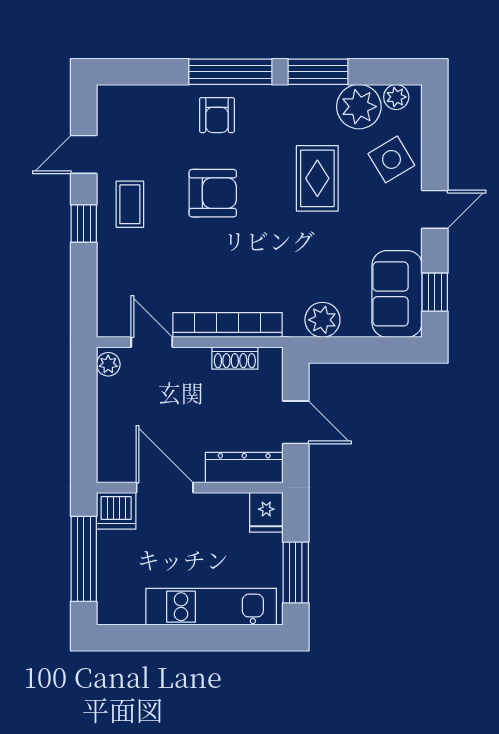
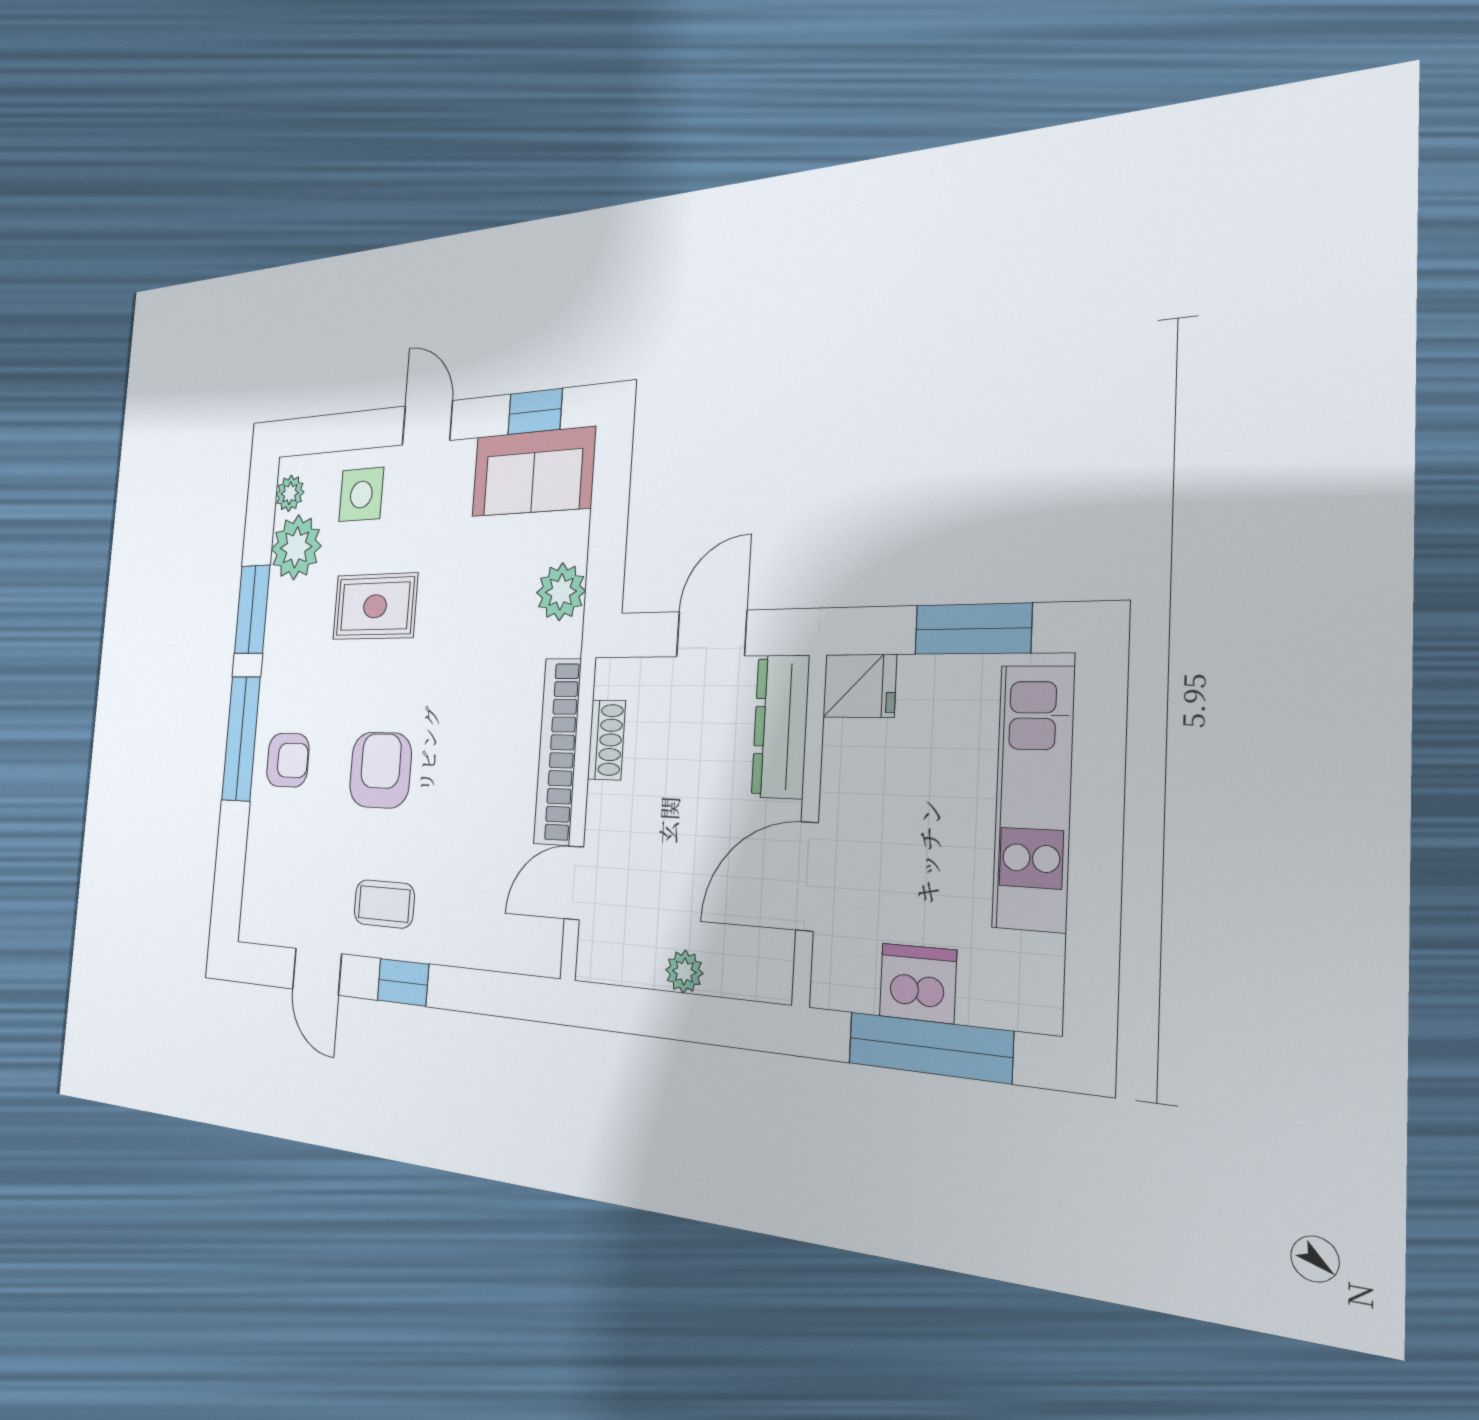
side table: (391, 159) -> (361, 495), turned 31
plant: (108, 364) -> (684, 972), moved
dishwasher: (116, 511) -> (918, 983), moved, turned -90

